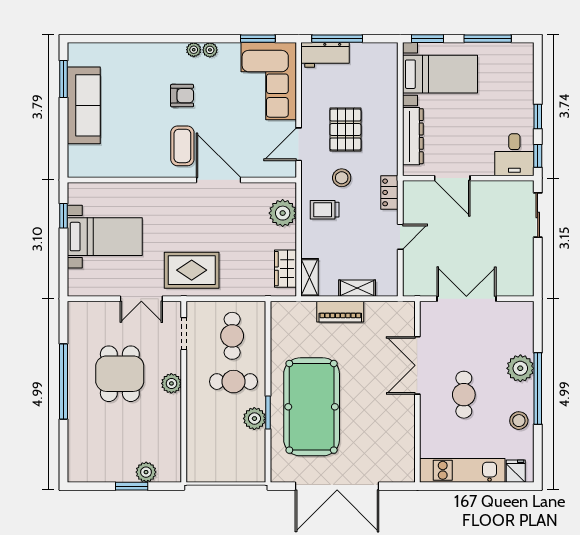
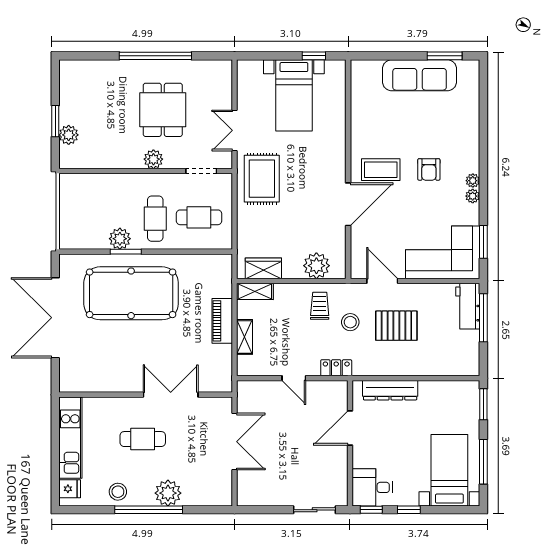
bed with nightstands: (440, 74) -> (449, 470), moved, turned 180
dining table: (120, 374) -> (163, 110), turned 90

